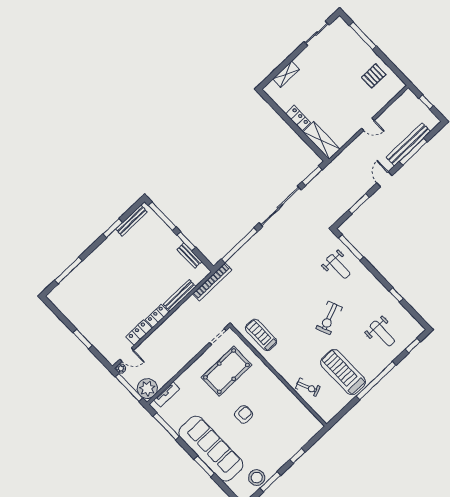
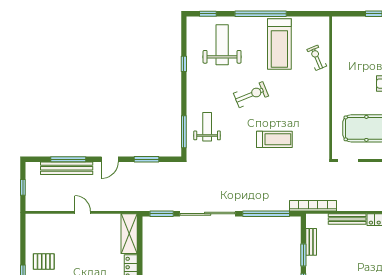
pallet: (374, 76) -> (44, 262), moved
weight bench: (382, 333) -> (222, 45), width x1.36, depth x1.33
treadmill: (261, 335) -> (274, 139), moved, turned -90

